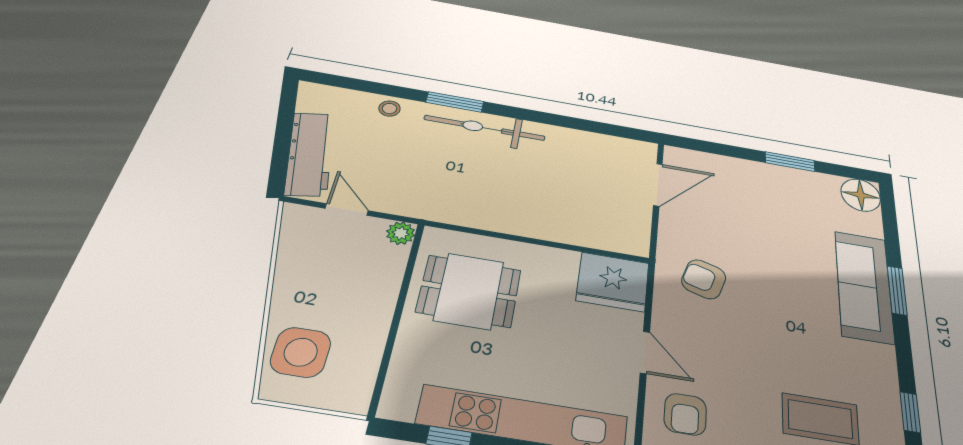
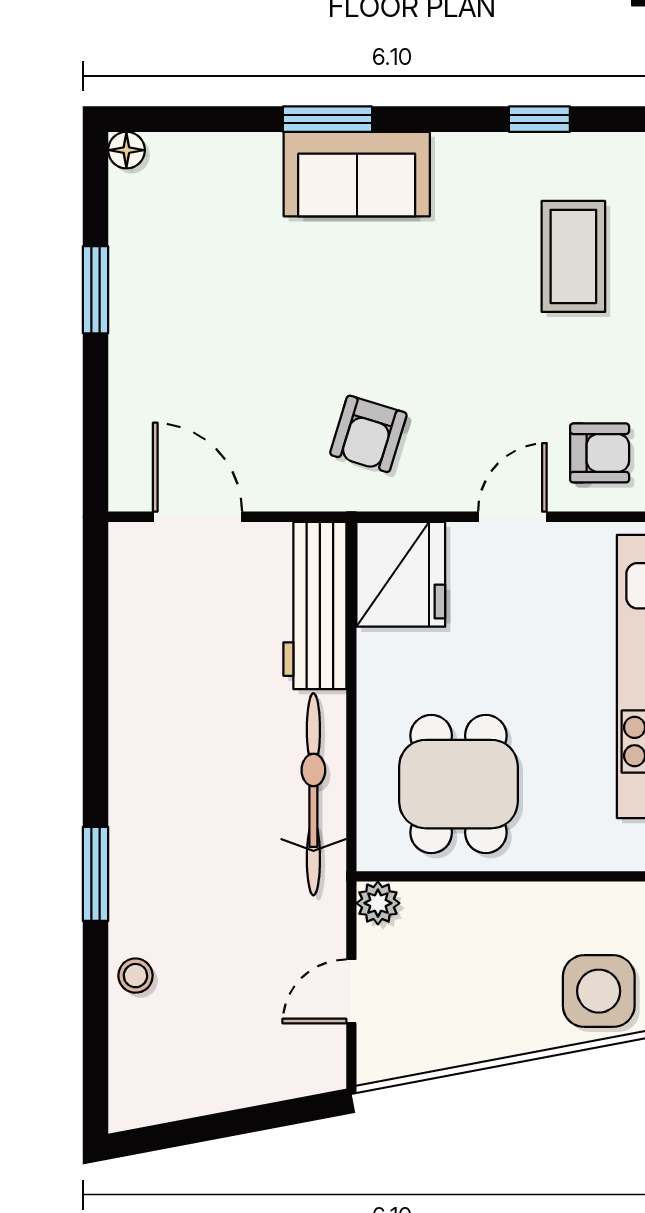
bicycle: (485, 128) -> (313, 794), moved, turned 180
workbench: (310, 154) -> (315, 605), moved, turned -79
floor lamp: (861, 195) -> (126, 150), width x0.53, depth x0.53
sofa: (864, 286) -> (357, 174), width x0.73

